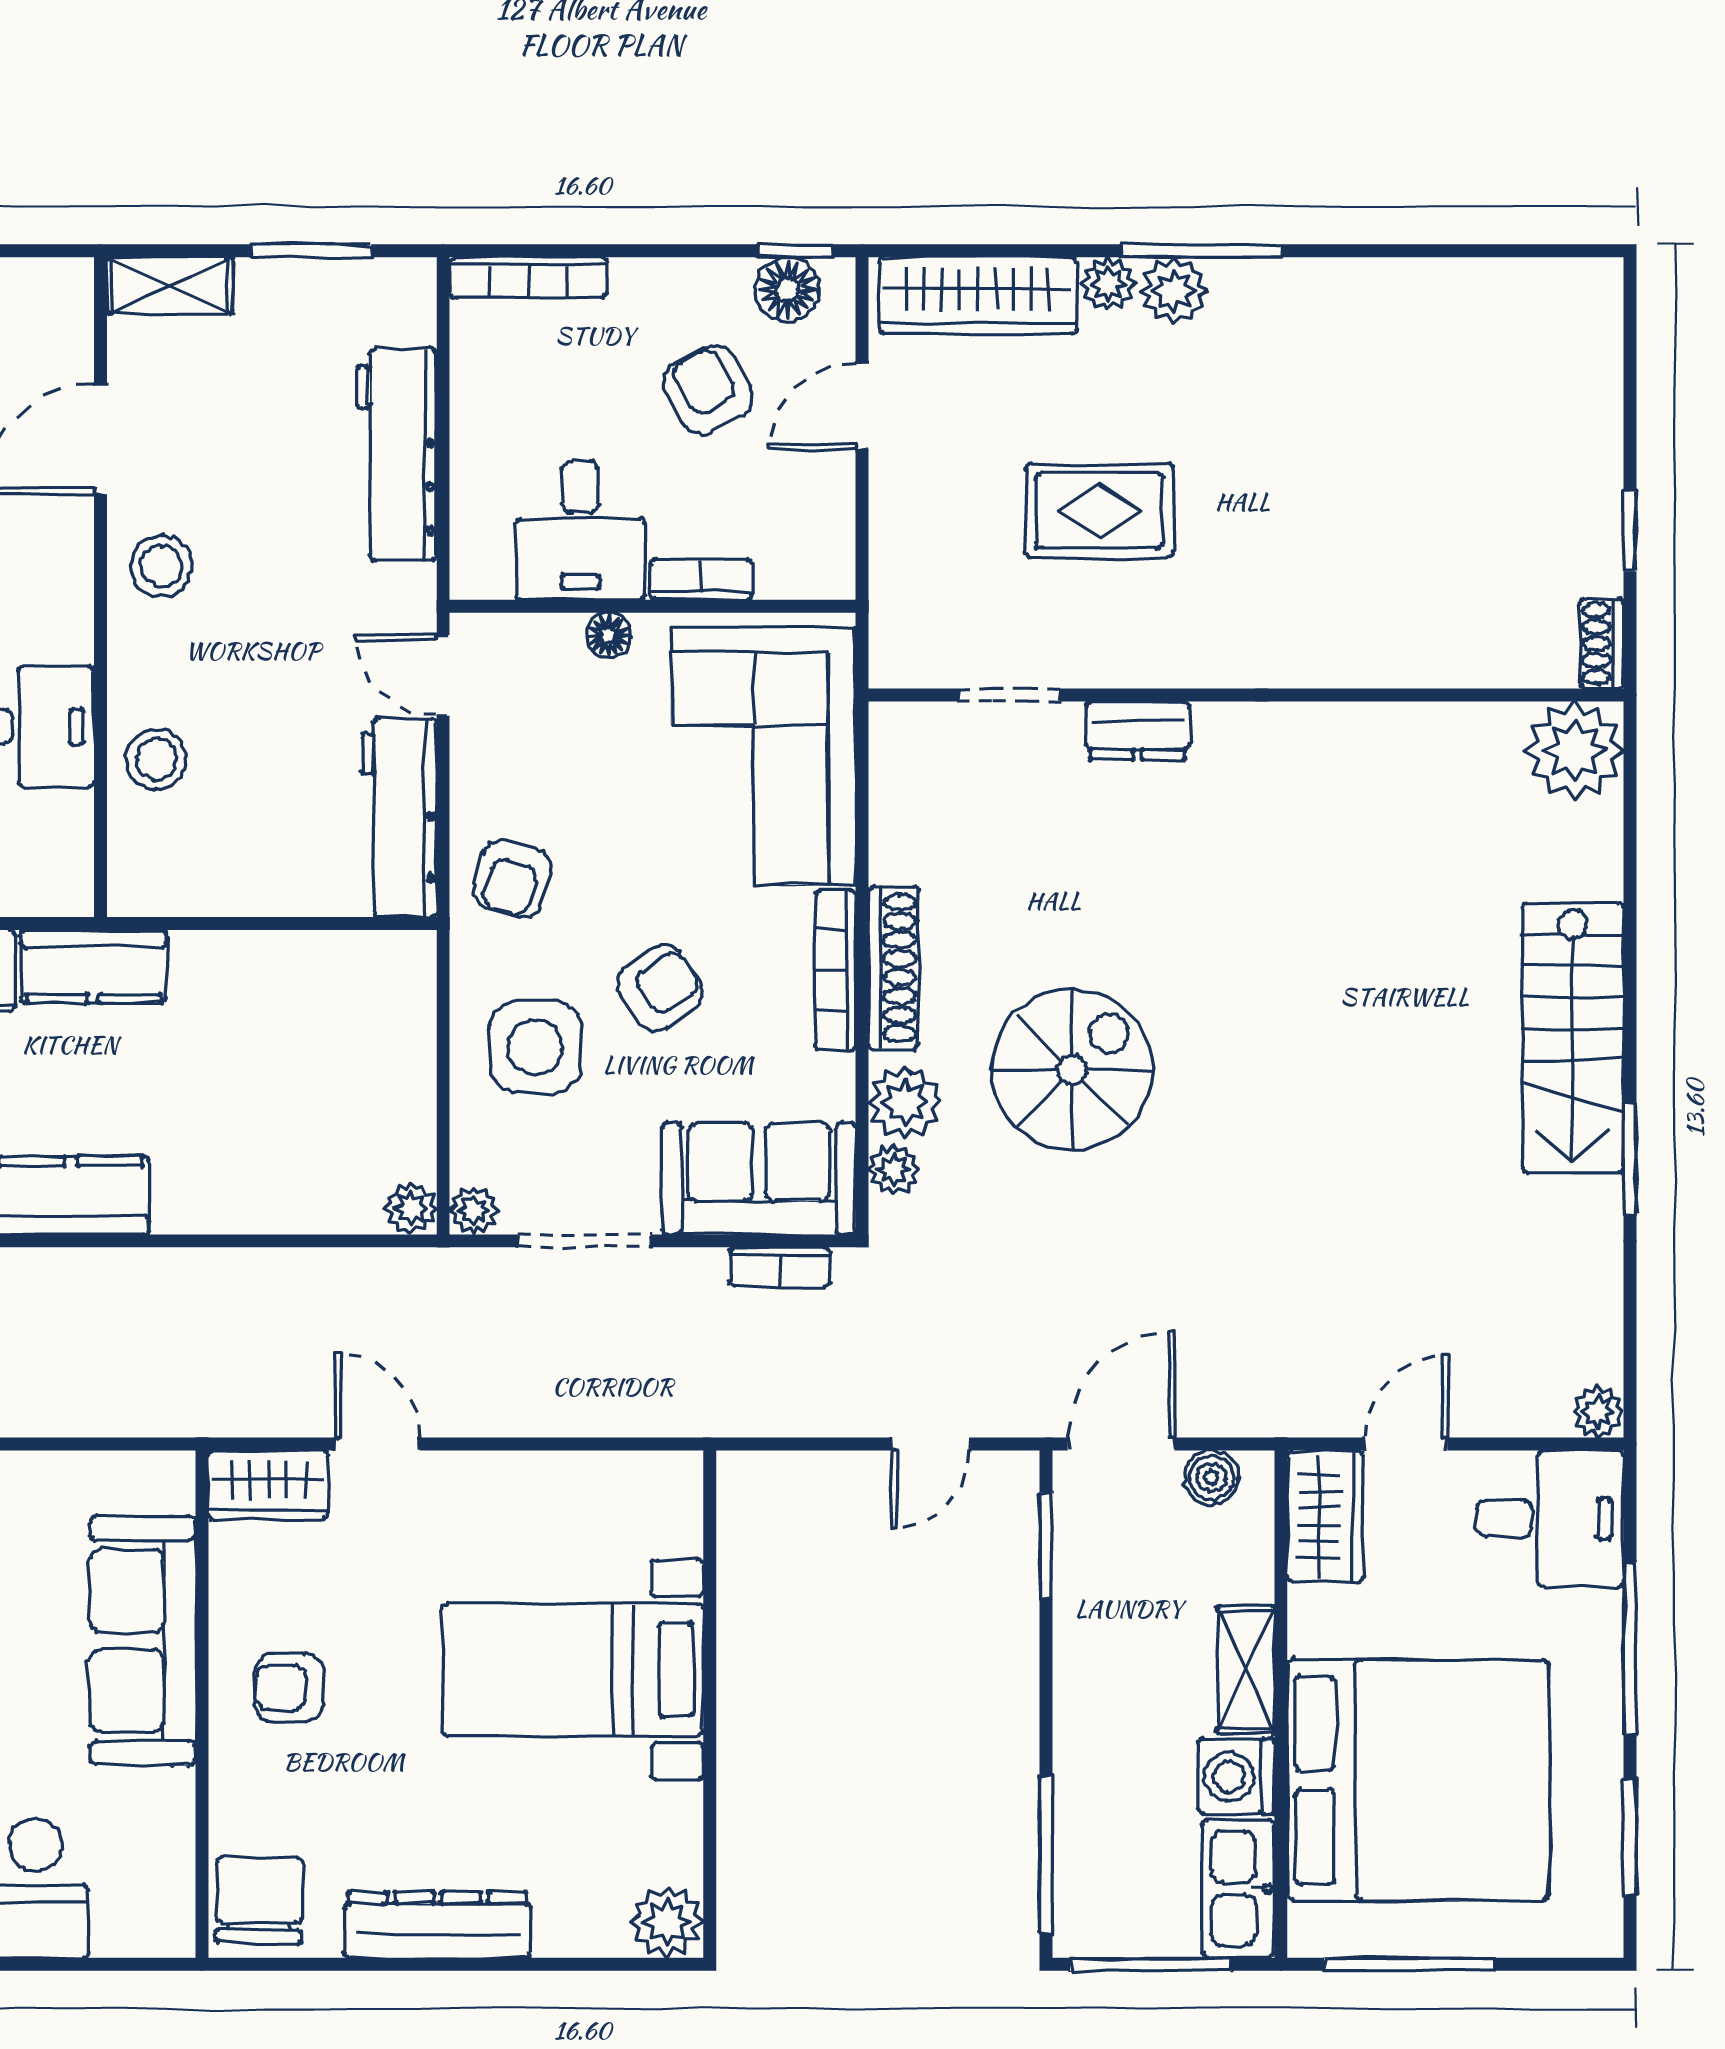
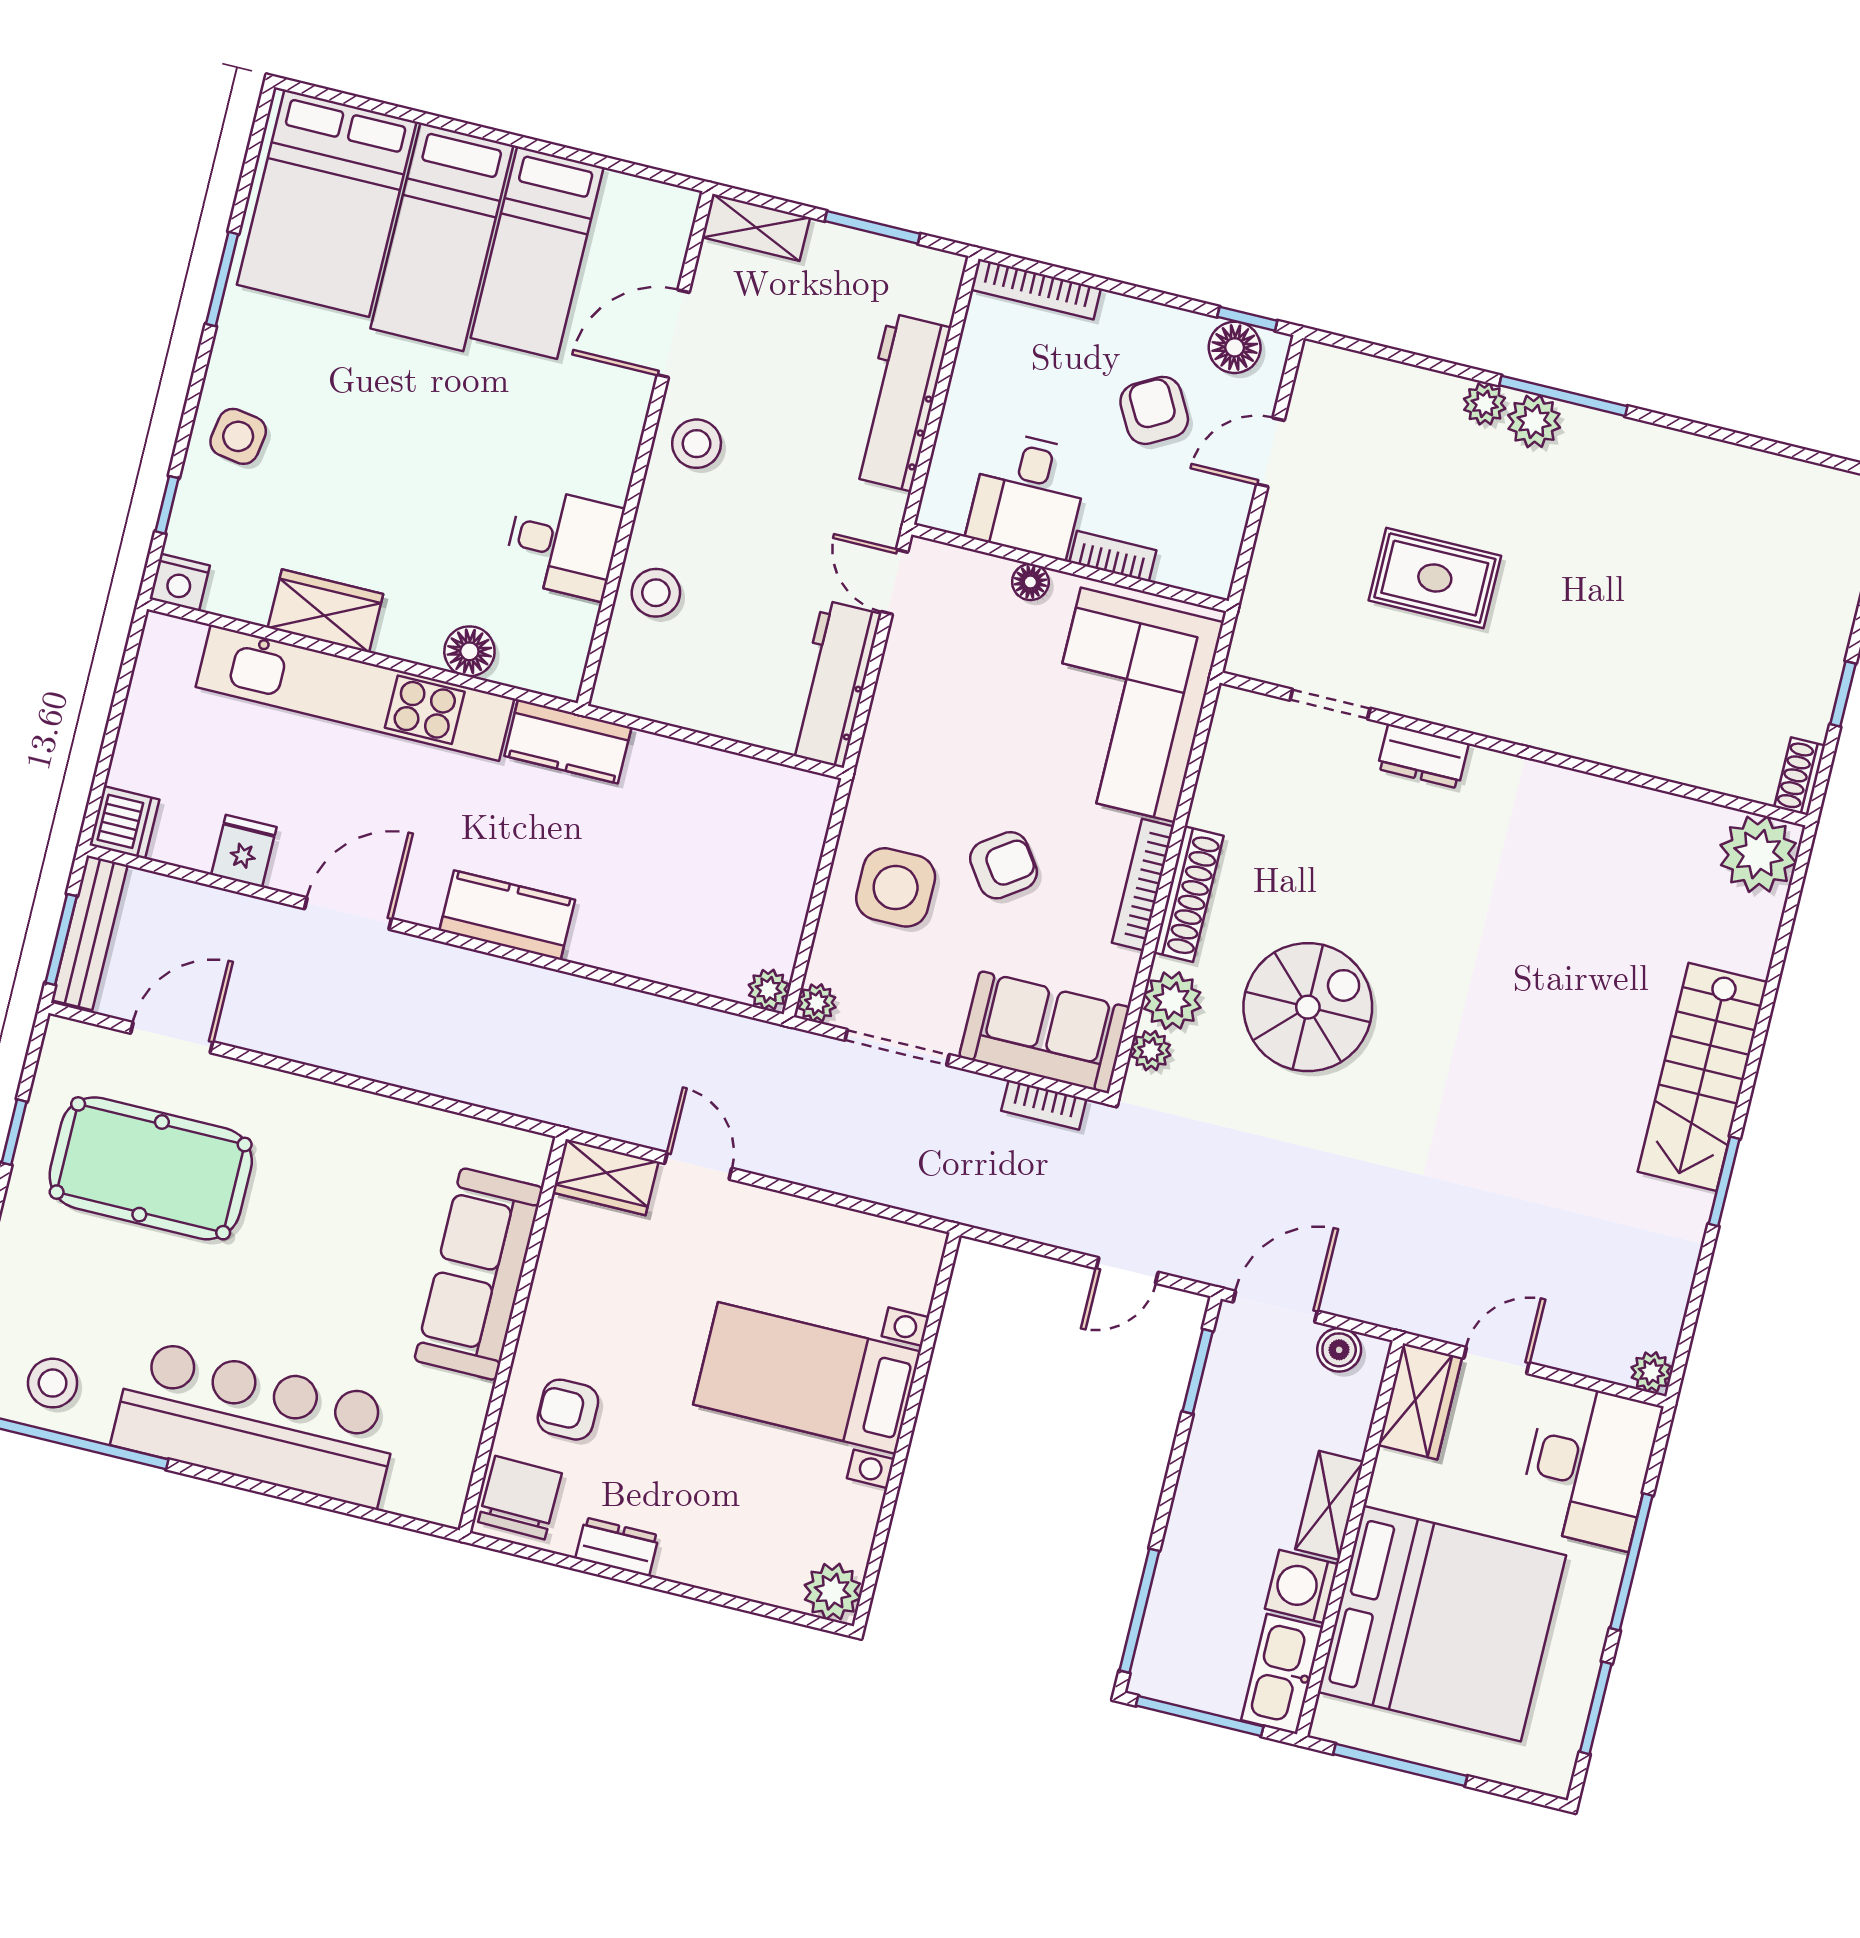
wardrobe: (977, 295) -> (1381, 388), removed
armchair: (512, 879) -> (910, 753), removed
desk: (1550, 1519) -> (1589, 1465), width x1.37
armchair: (289, 1687) -> (568, 1410), moved
dresser: (438, 1925) -> (617, 1547), width x0.51, depth x0.80

